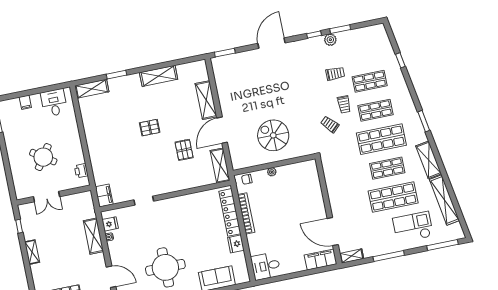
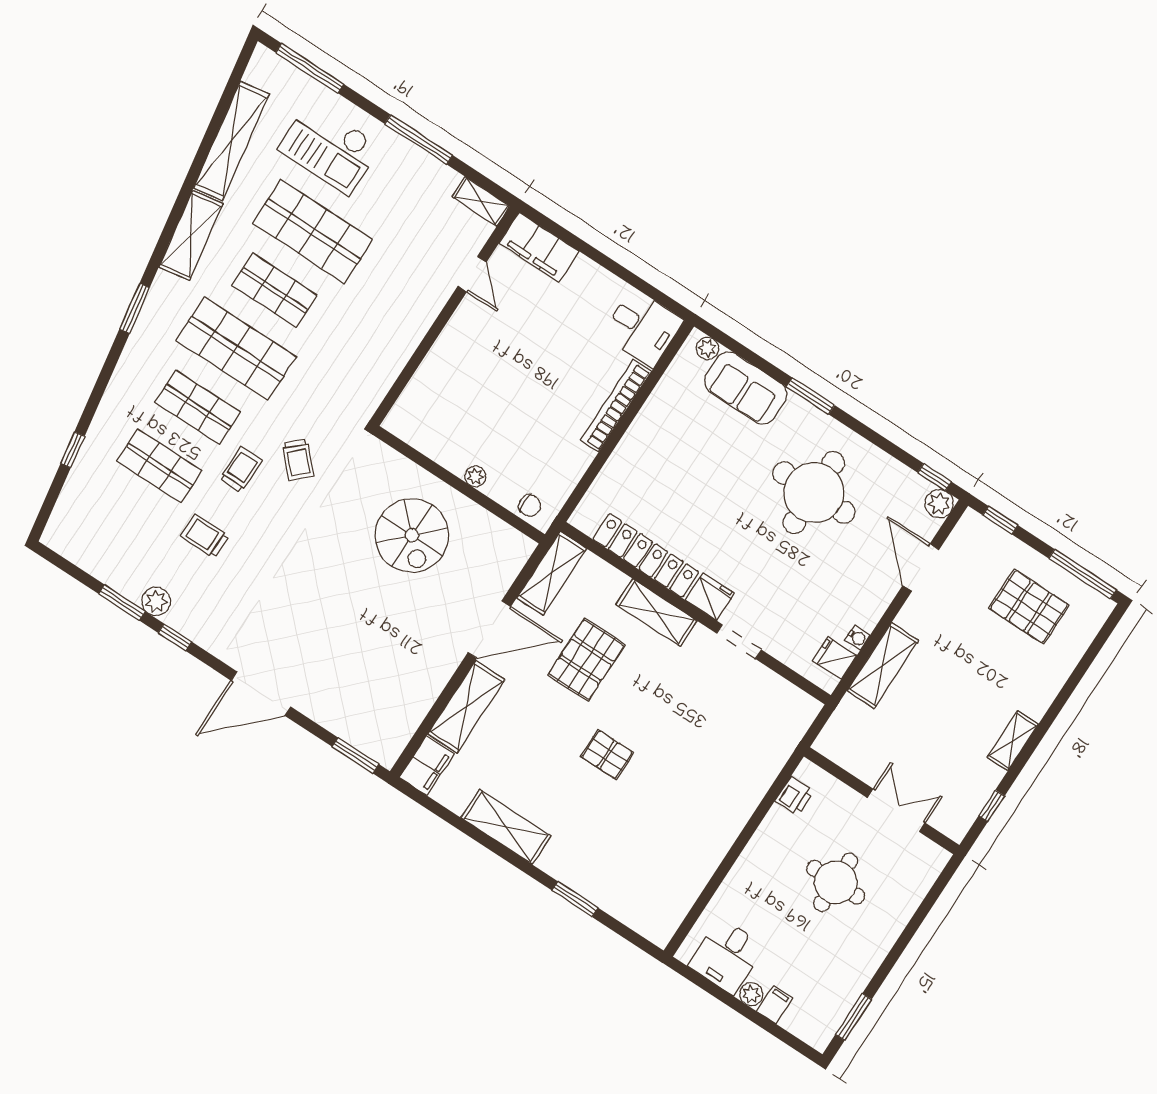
shelving: (92, 89) -> (656, 613), moved
plant: (35, 98) -> (751, 994), added
pallet: (184, 150) -> (586, 660), width x1.50, depth x1.42
round table: (43, 157) -> (836, 882), turned -34
filing cabinet: (104, 195) -> (427, 766), moved, turned 180
locker: (230, 212) -> (646, 555), moved, turned -90
bookcase: (246, 213) -> (616, 406), moved
door: (333, 232) -> (472, 274), width x0.53
fridge: (236, 244) -> (710, 596), moved, turned -90
plant: (240, 279) -> (707, 348), added

